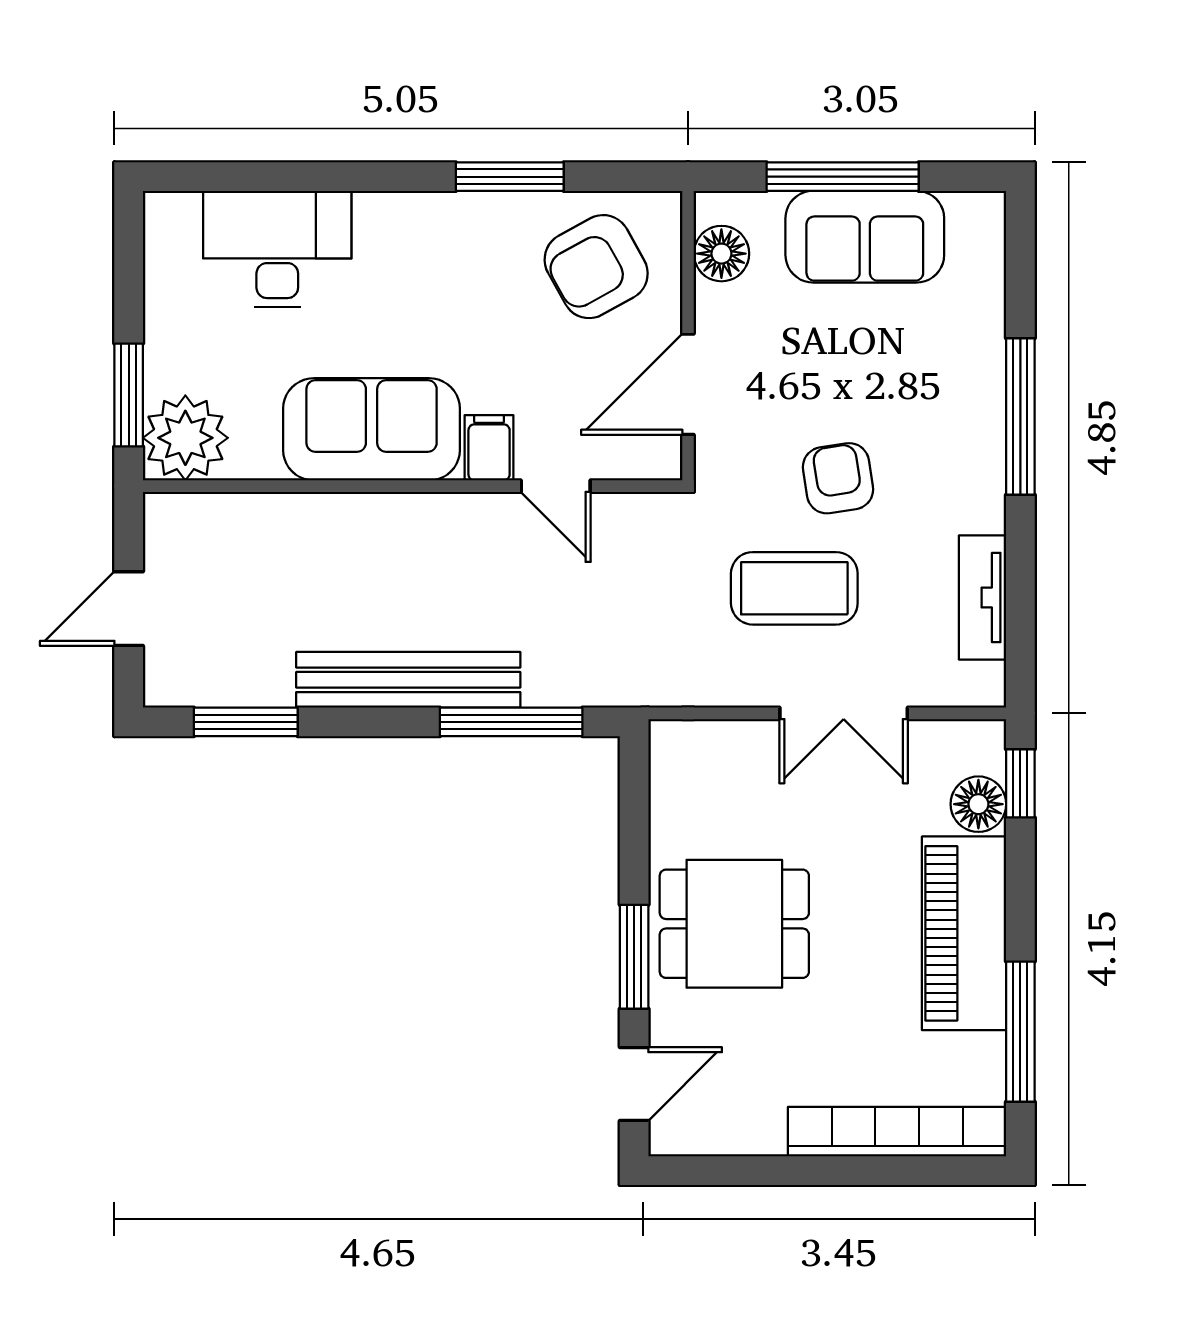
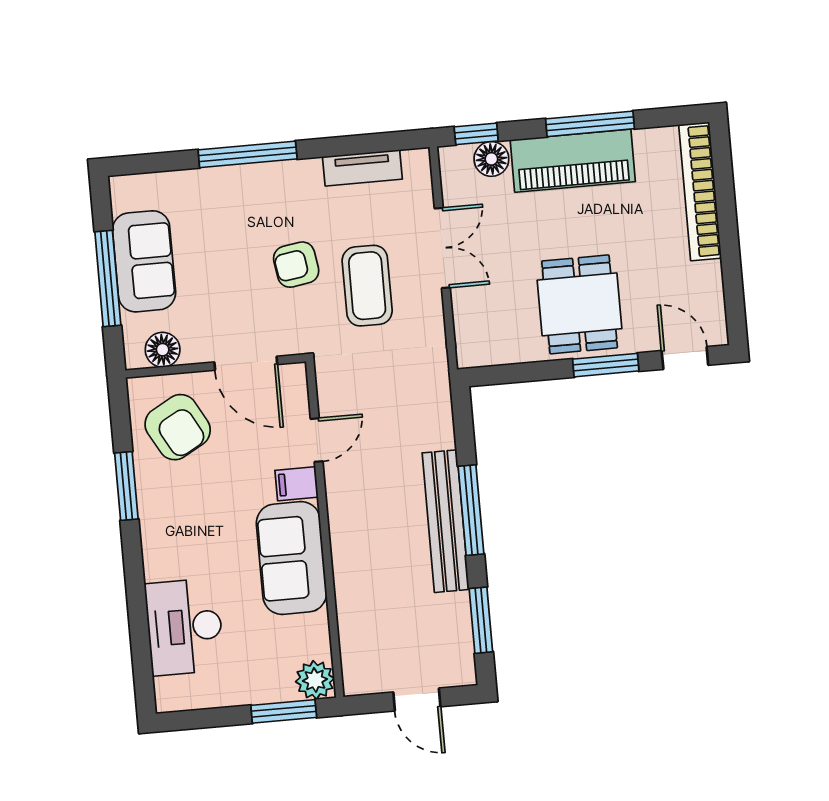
plant: (185, 438) -> (315, 680), width x0.73, depth x0.73
window: (511, 722) -> (471, 510), moved
window: (1020, 1032) -> (590, 124), moved

